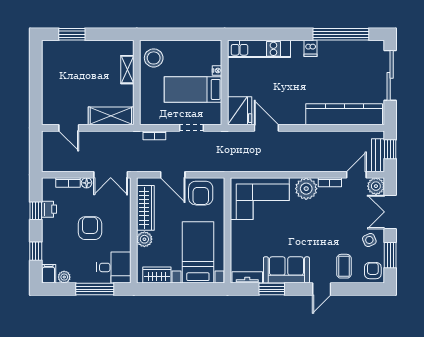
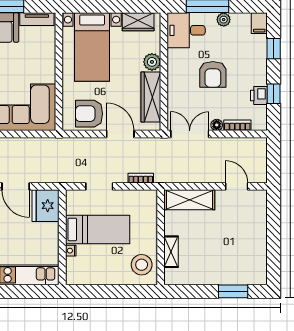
armchair: (201, 193) -> (89, 114), turned -90
plant: (64, 277) -> (224, 20), moved

